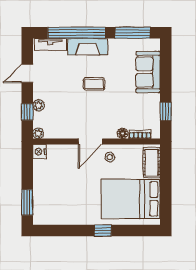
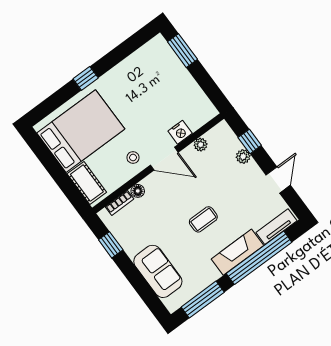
plant: (38, 133) -> (201, 145), moved
door: (90, 141) -> (164, 159), swing flipped
nightstand: (40, 152) -> (180, 132), moved, turned 90

